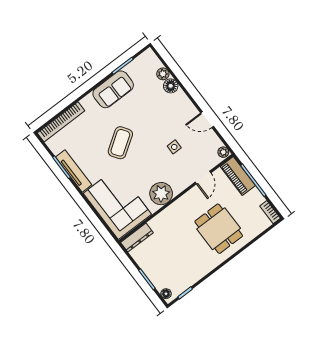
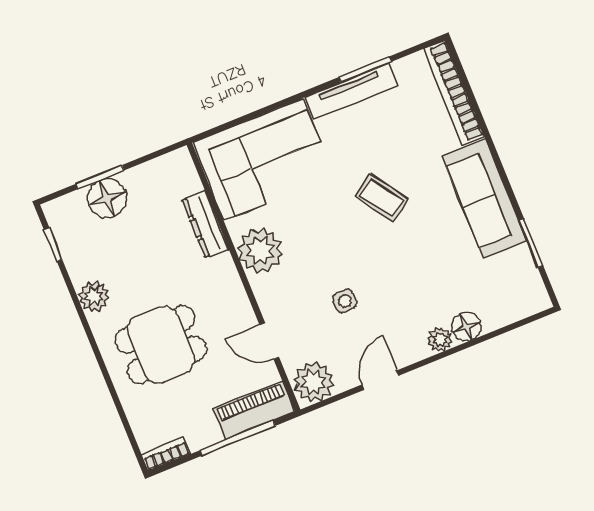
plant: (163, 74) -> (440, 340), moved
sofa: (113, 89) -> (484, 199), width x1.36
coffee table: (120, 143) -> (381, 198), width x0.73, depth x0.77
plant: (223, 152) -> (314, 382), width x1.87, depth x1.87
dresser: (137, 238) -> (205, 224), moved
plant: (204, 267) -> (94, 296), added
floor lamp: (166, 294) -> (107, 198), moved, width x1.89, depth x1.89

